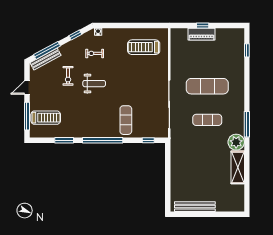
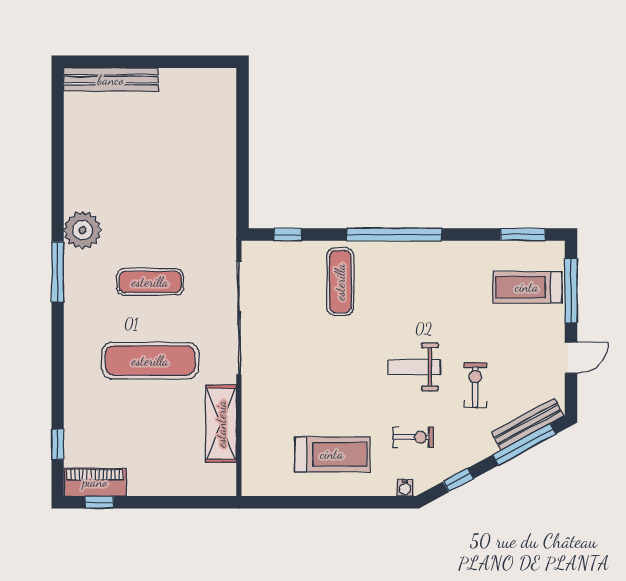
window: (203, 26) -> (99, 502), moved
piano: (202, 34) -> (95, 482), moved
treadmill: (144, 47) -> (332, 454), moved
window: (64, 140) -> (523, 235), moved
shelving: (238, 167) -> (221, 424), moved
bench: (195, 207) -> (111, 80), moved

